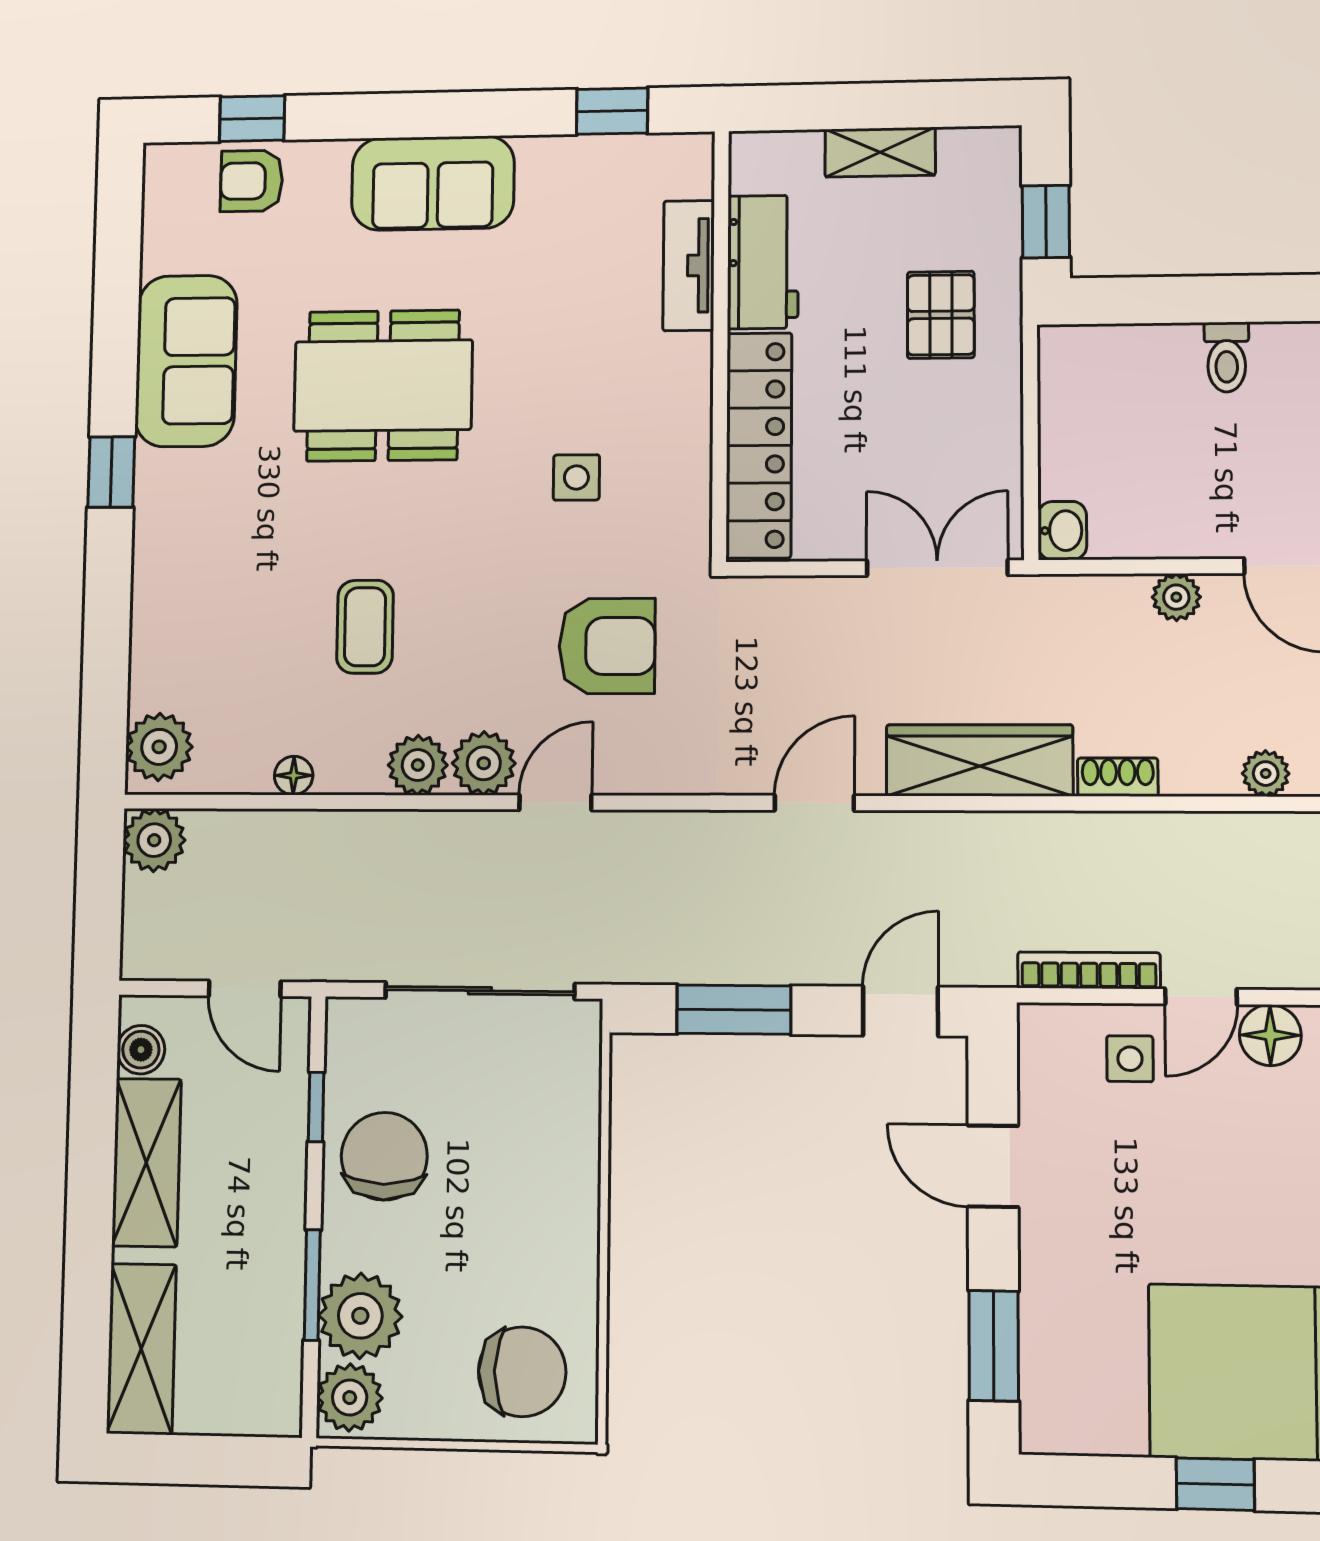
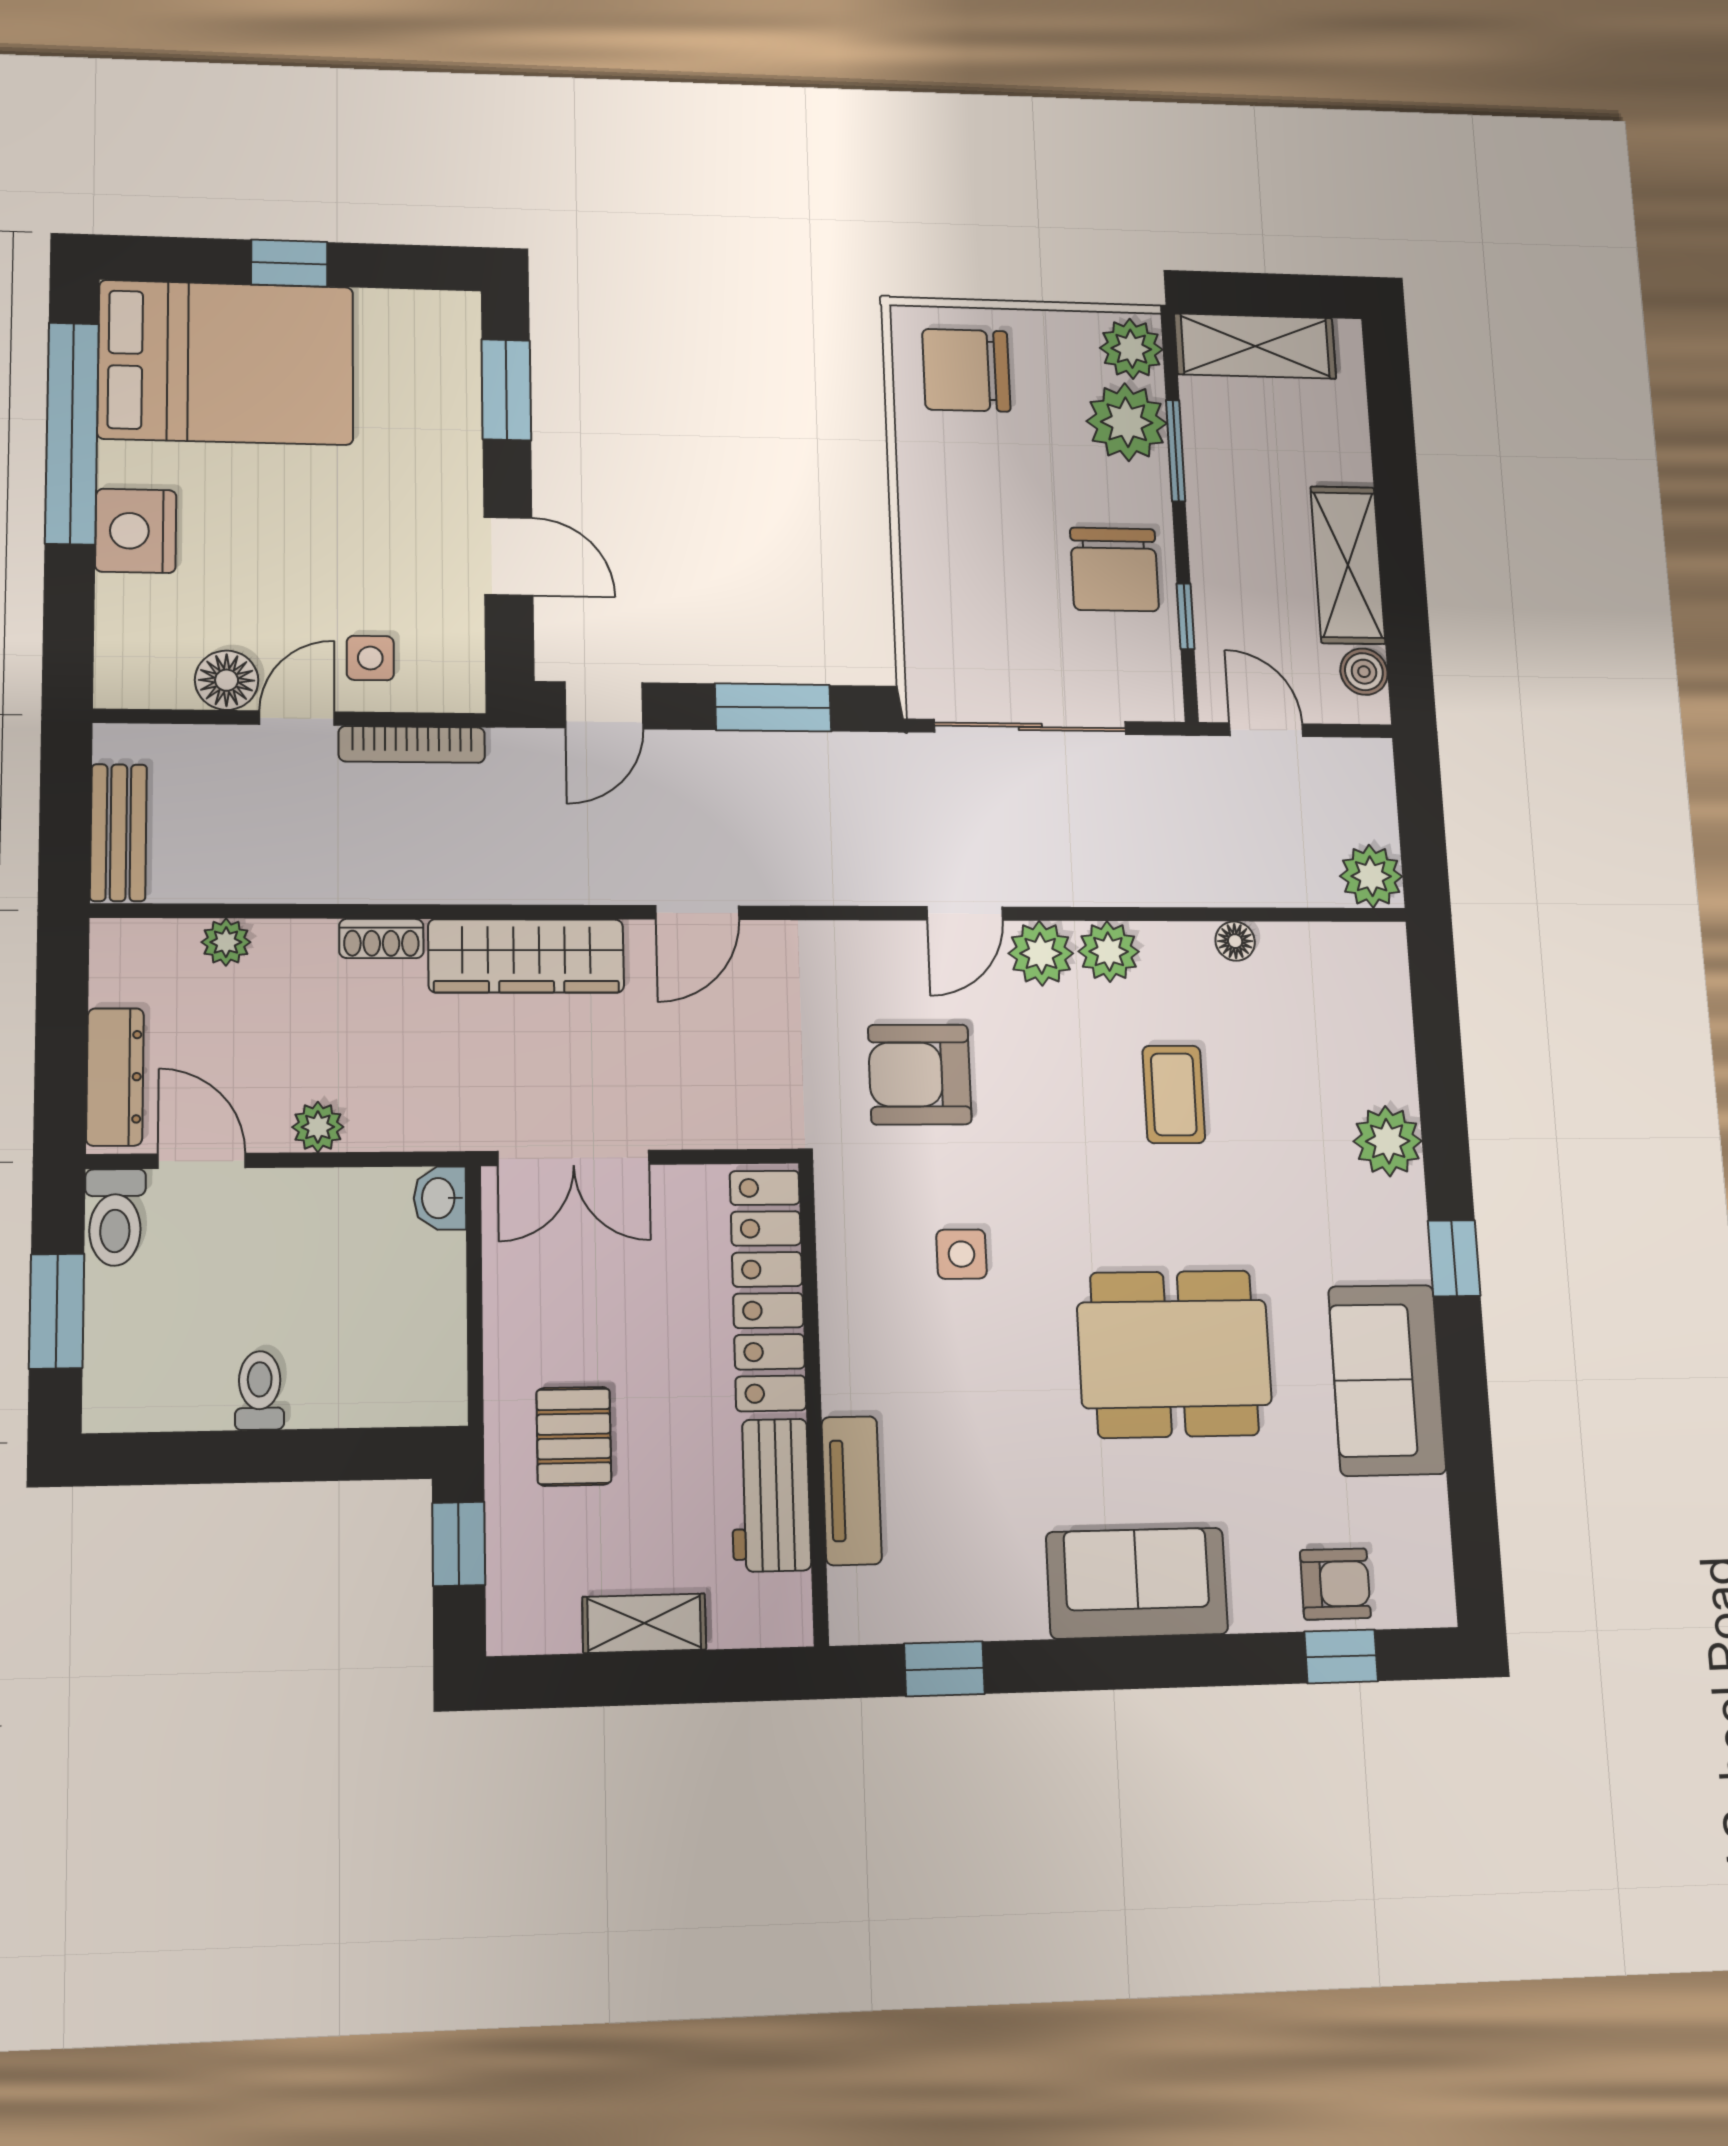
plant: (159, 747) -> (1388, 1141), moved
shelving: (141, 1349) -> (1255, 346), moved, turned 90

